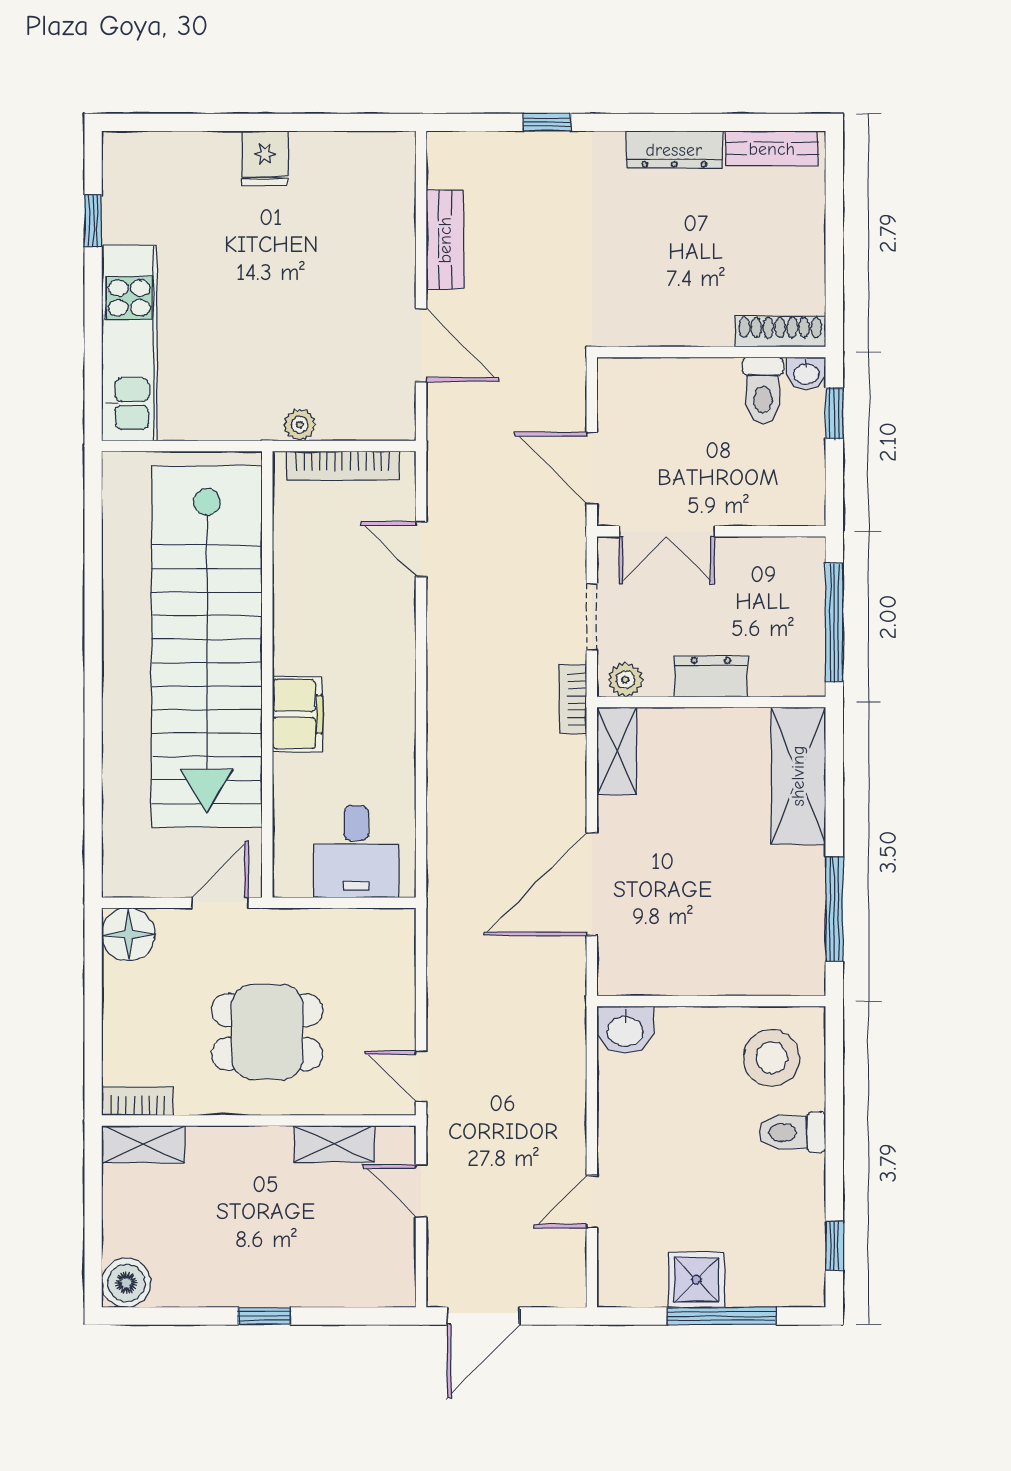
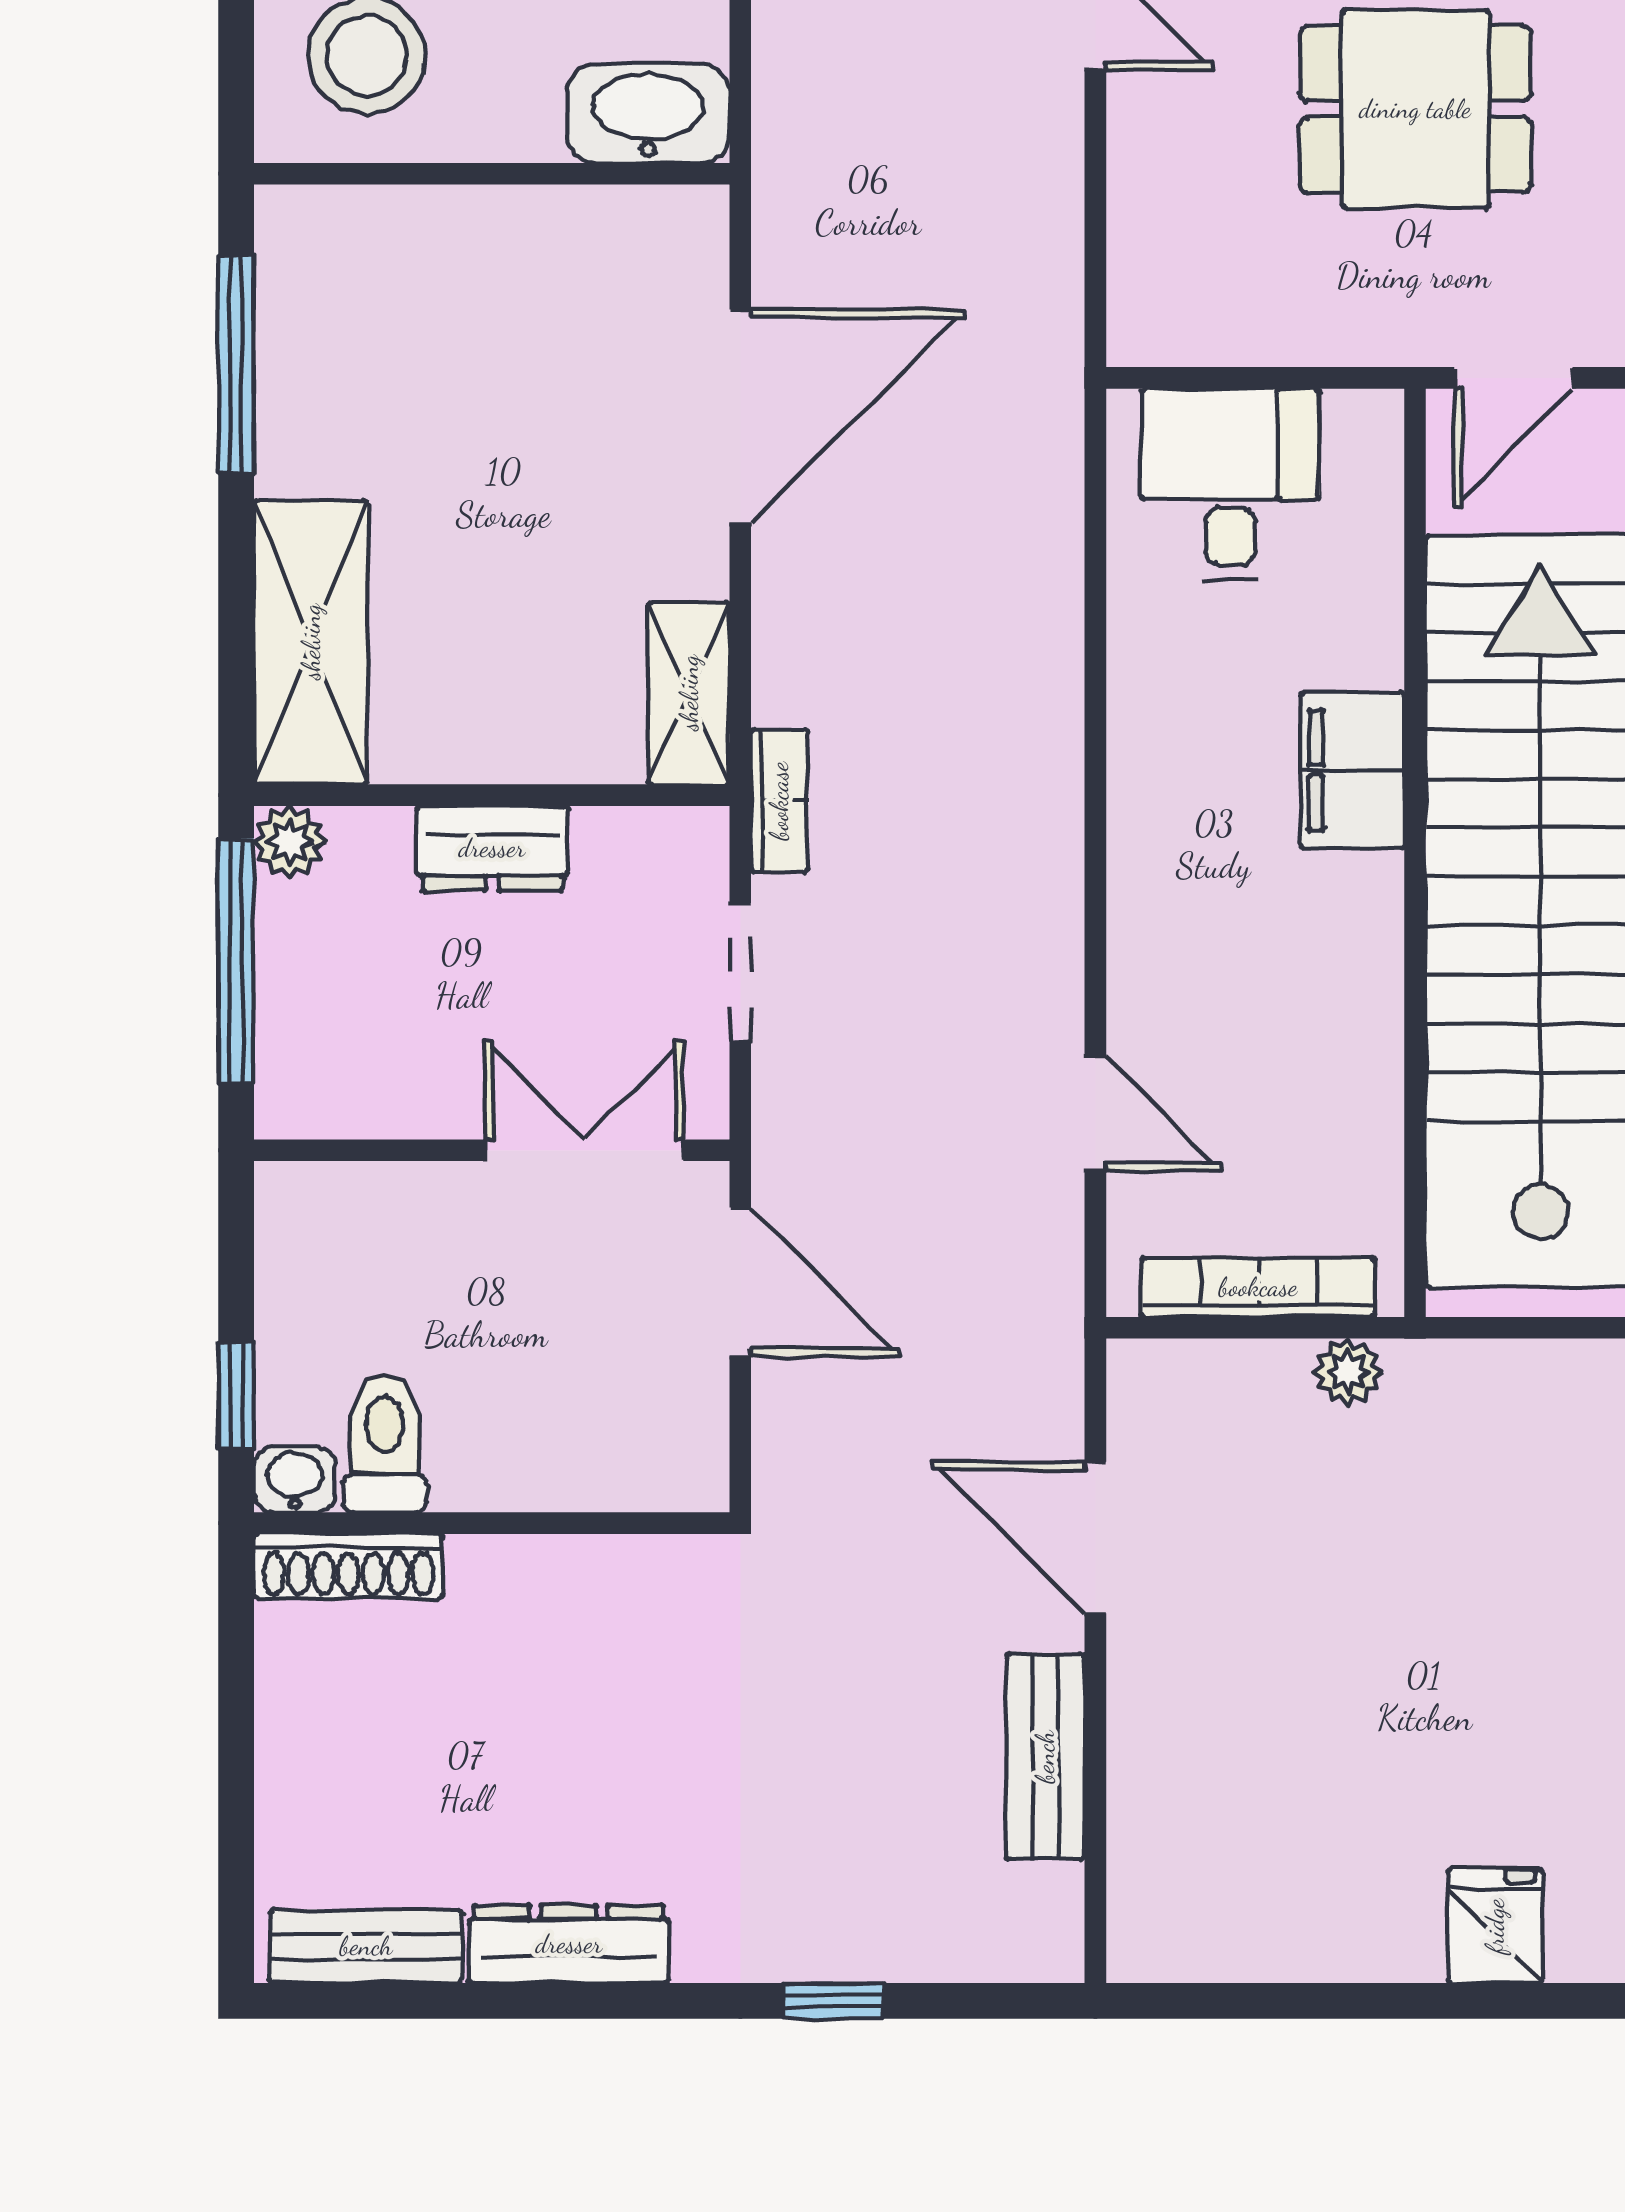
fridge: (265, 158) -> (1495, 1926), moved
plant: (625, 680) -> (290, 842), moved
washbasin: (625, 1030) -> (648, 113), width x1.38

